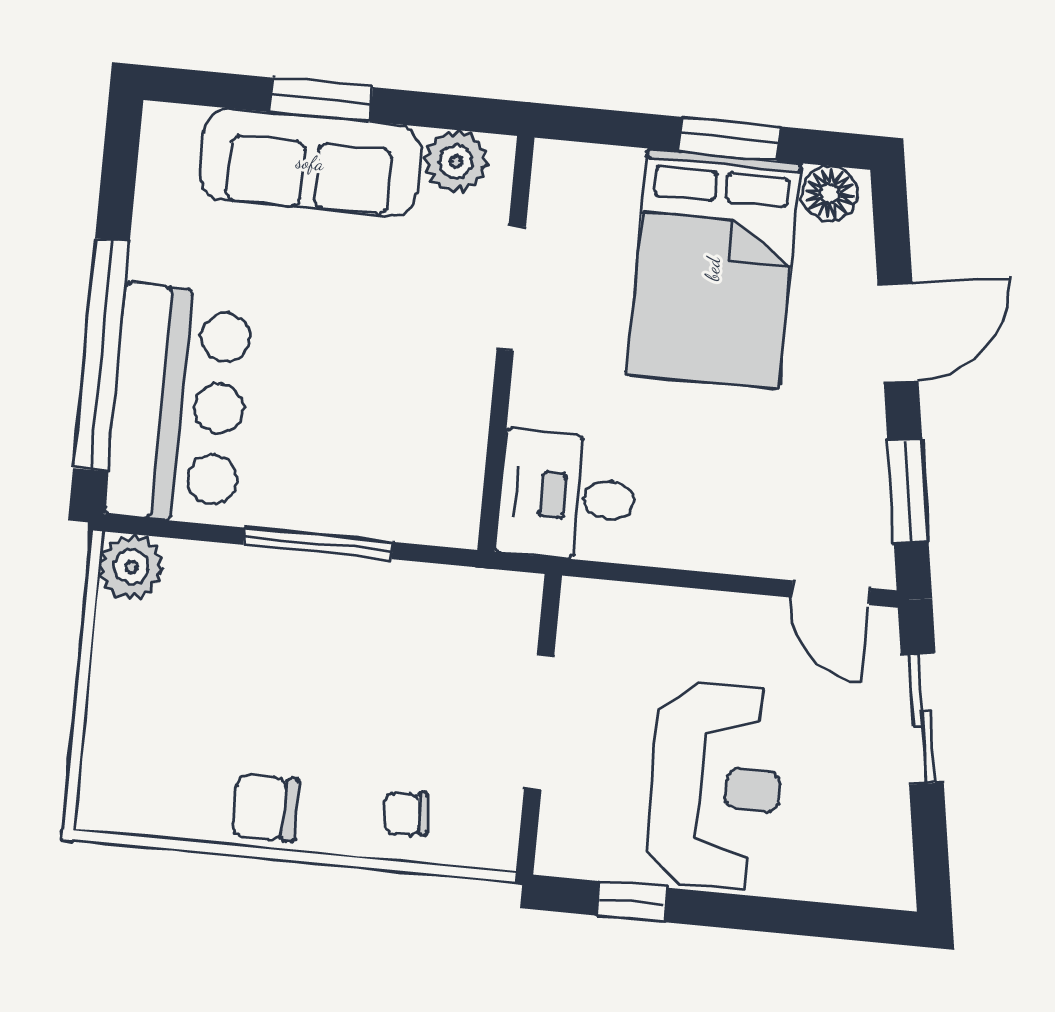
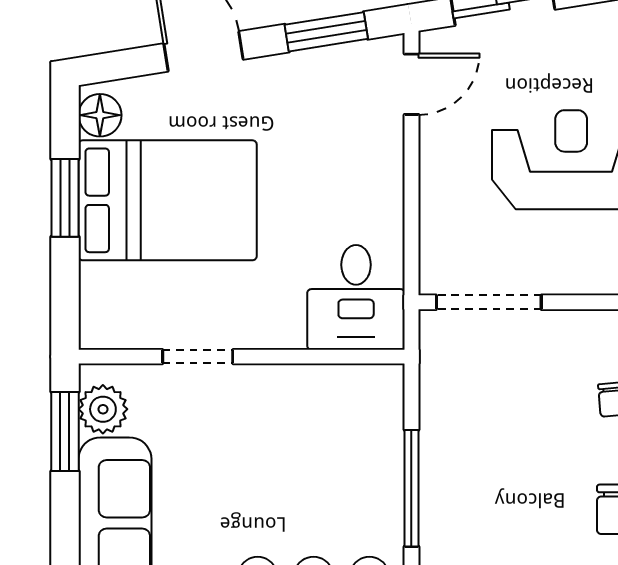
window: (321, 100) -> (65, 432), moved
doorway: (511, 288) -> (198, 357), width x0.73
doorway: (539, 722) -> (489, 302), moved

